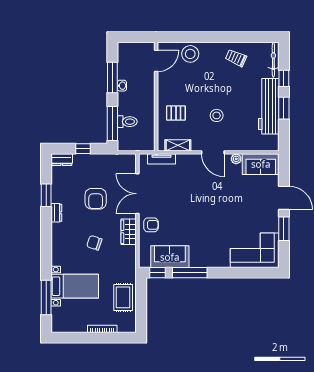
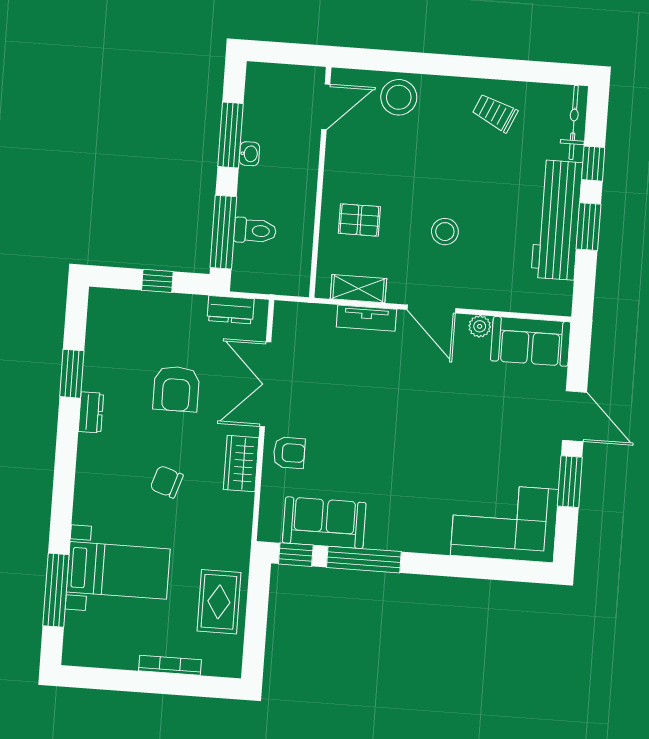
tv unit: (161, 159) -> (366, 318), moved
dresser: (62, 160) -> (230, 310), moved

